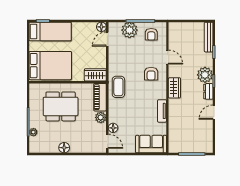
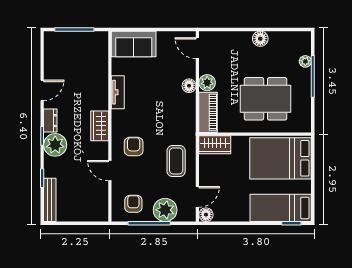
coffee table: (118, 87) -> (176, 161), moved
floor lamp: (113, 128) -> (189, 86), moved

